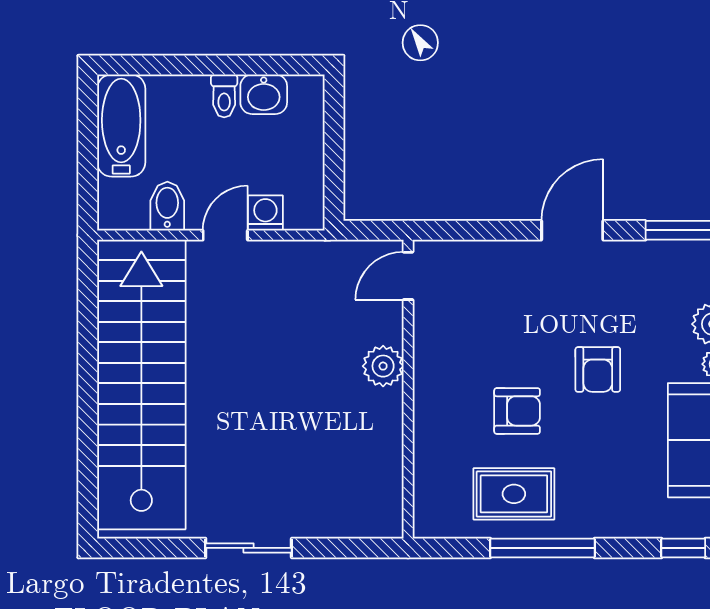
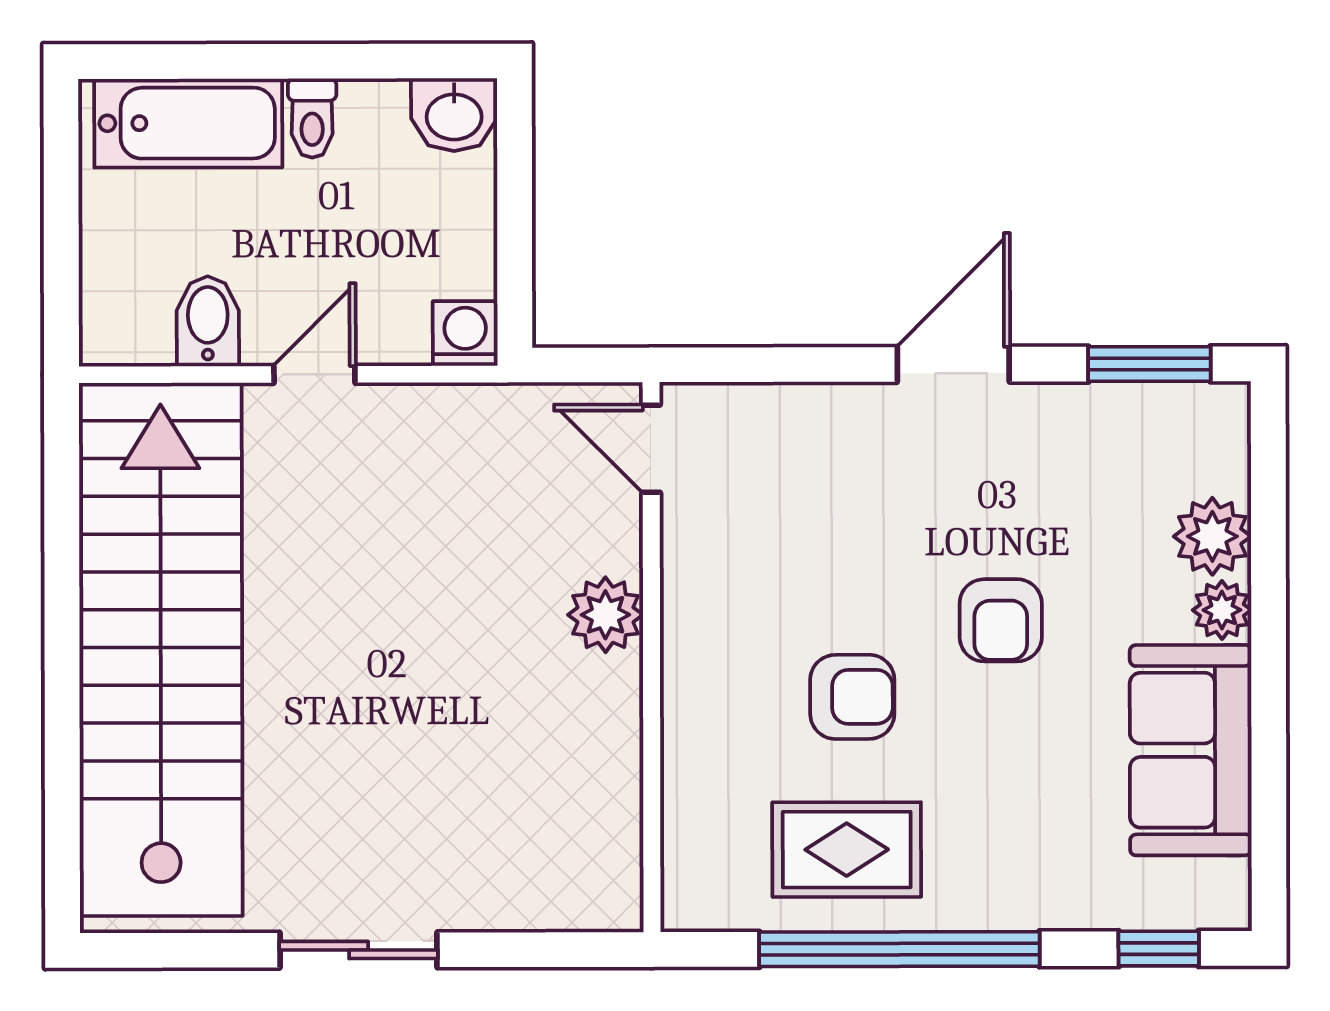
washbasin: (264, 94) -> (454, 115), moved
bathtub: (121, 126) -> (188, 123), moved, turned 90
washing machine: (265, 213) -> (465, 333), moved
door: (408, 276) -> (651, 449), hinge flipped
window: (542, 548) -> (899, 949), width x1.46

